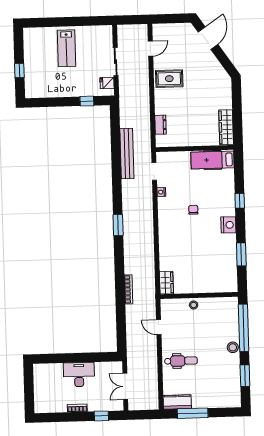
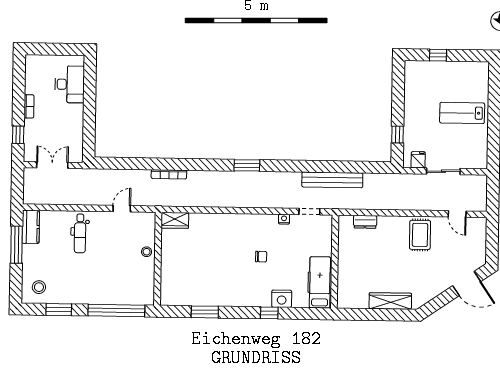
wardrobe: (226, 127) -> (390, 301), moved
nightstand: (228, 225) -> (282, 299), moved
stool: (233, 347) -> (39, 287), moved
desk: (79, 375) -> (70, 84), moved

